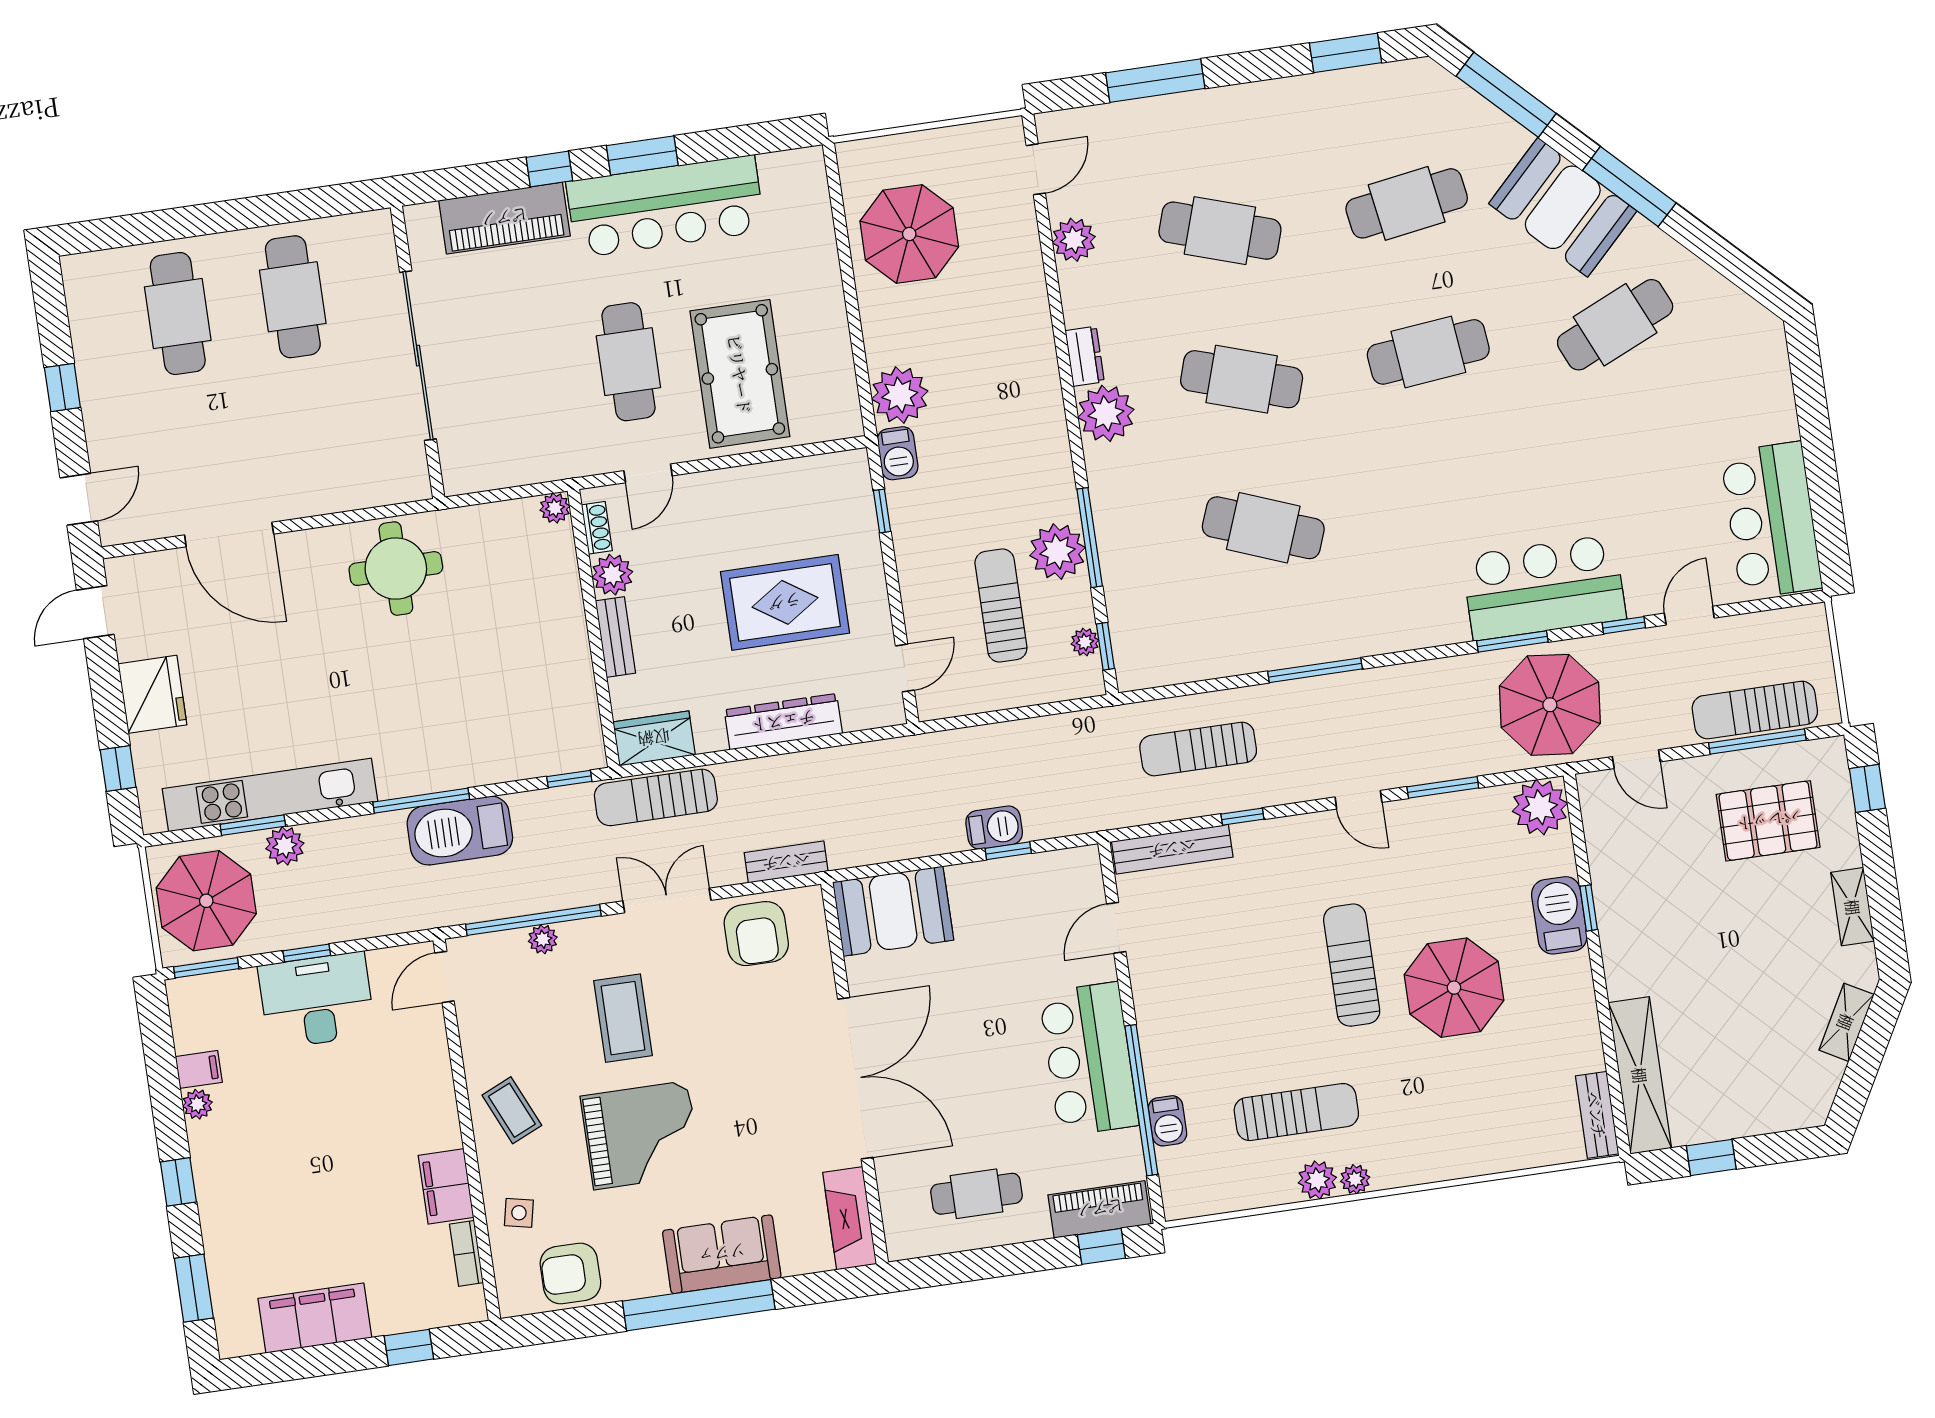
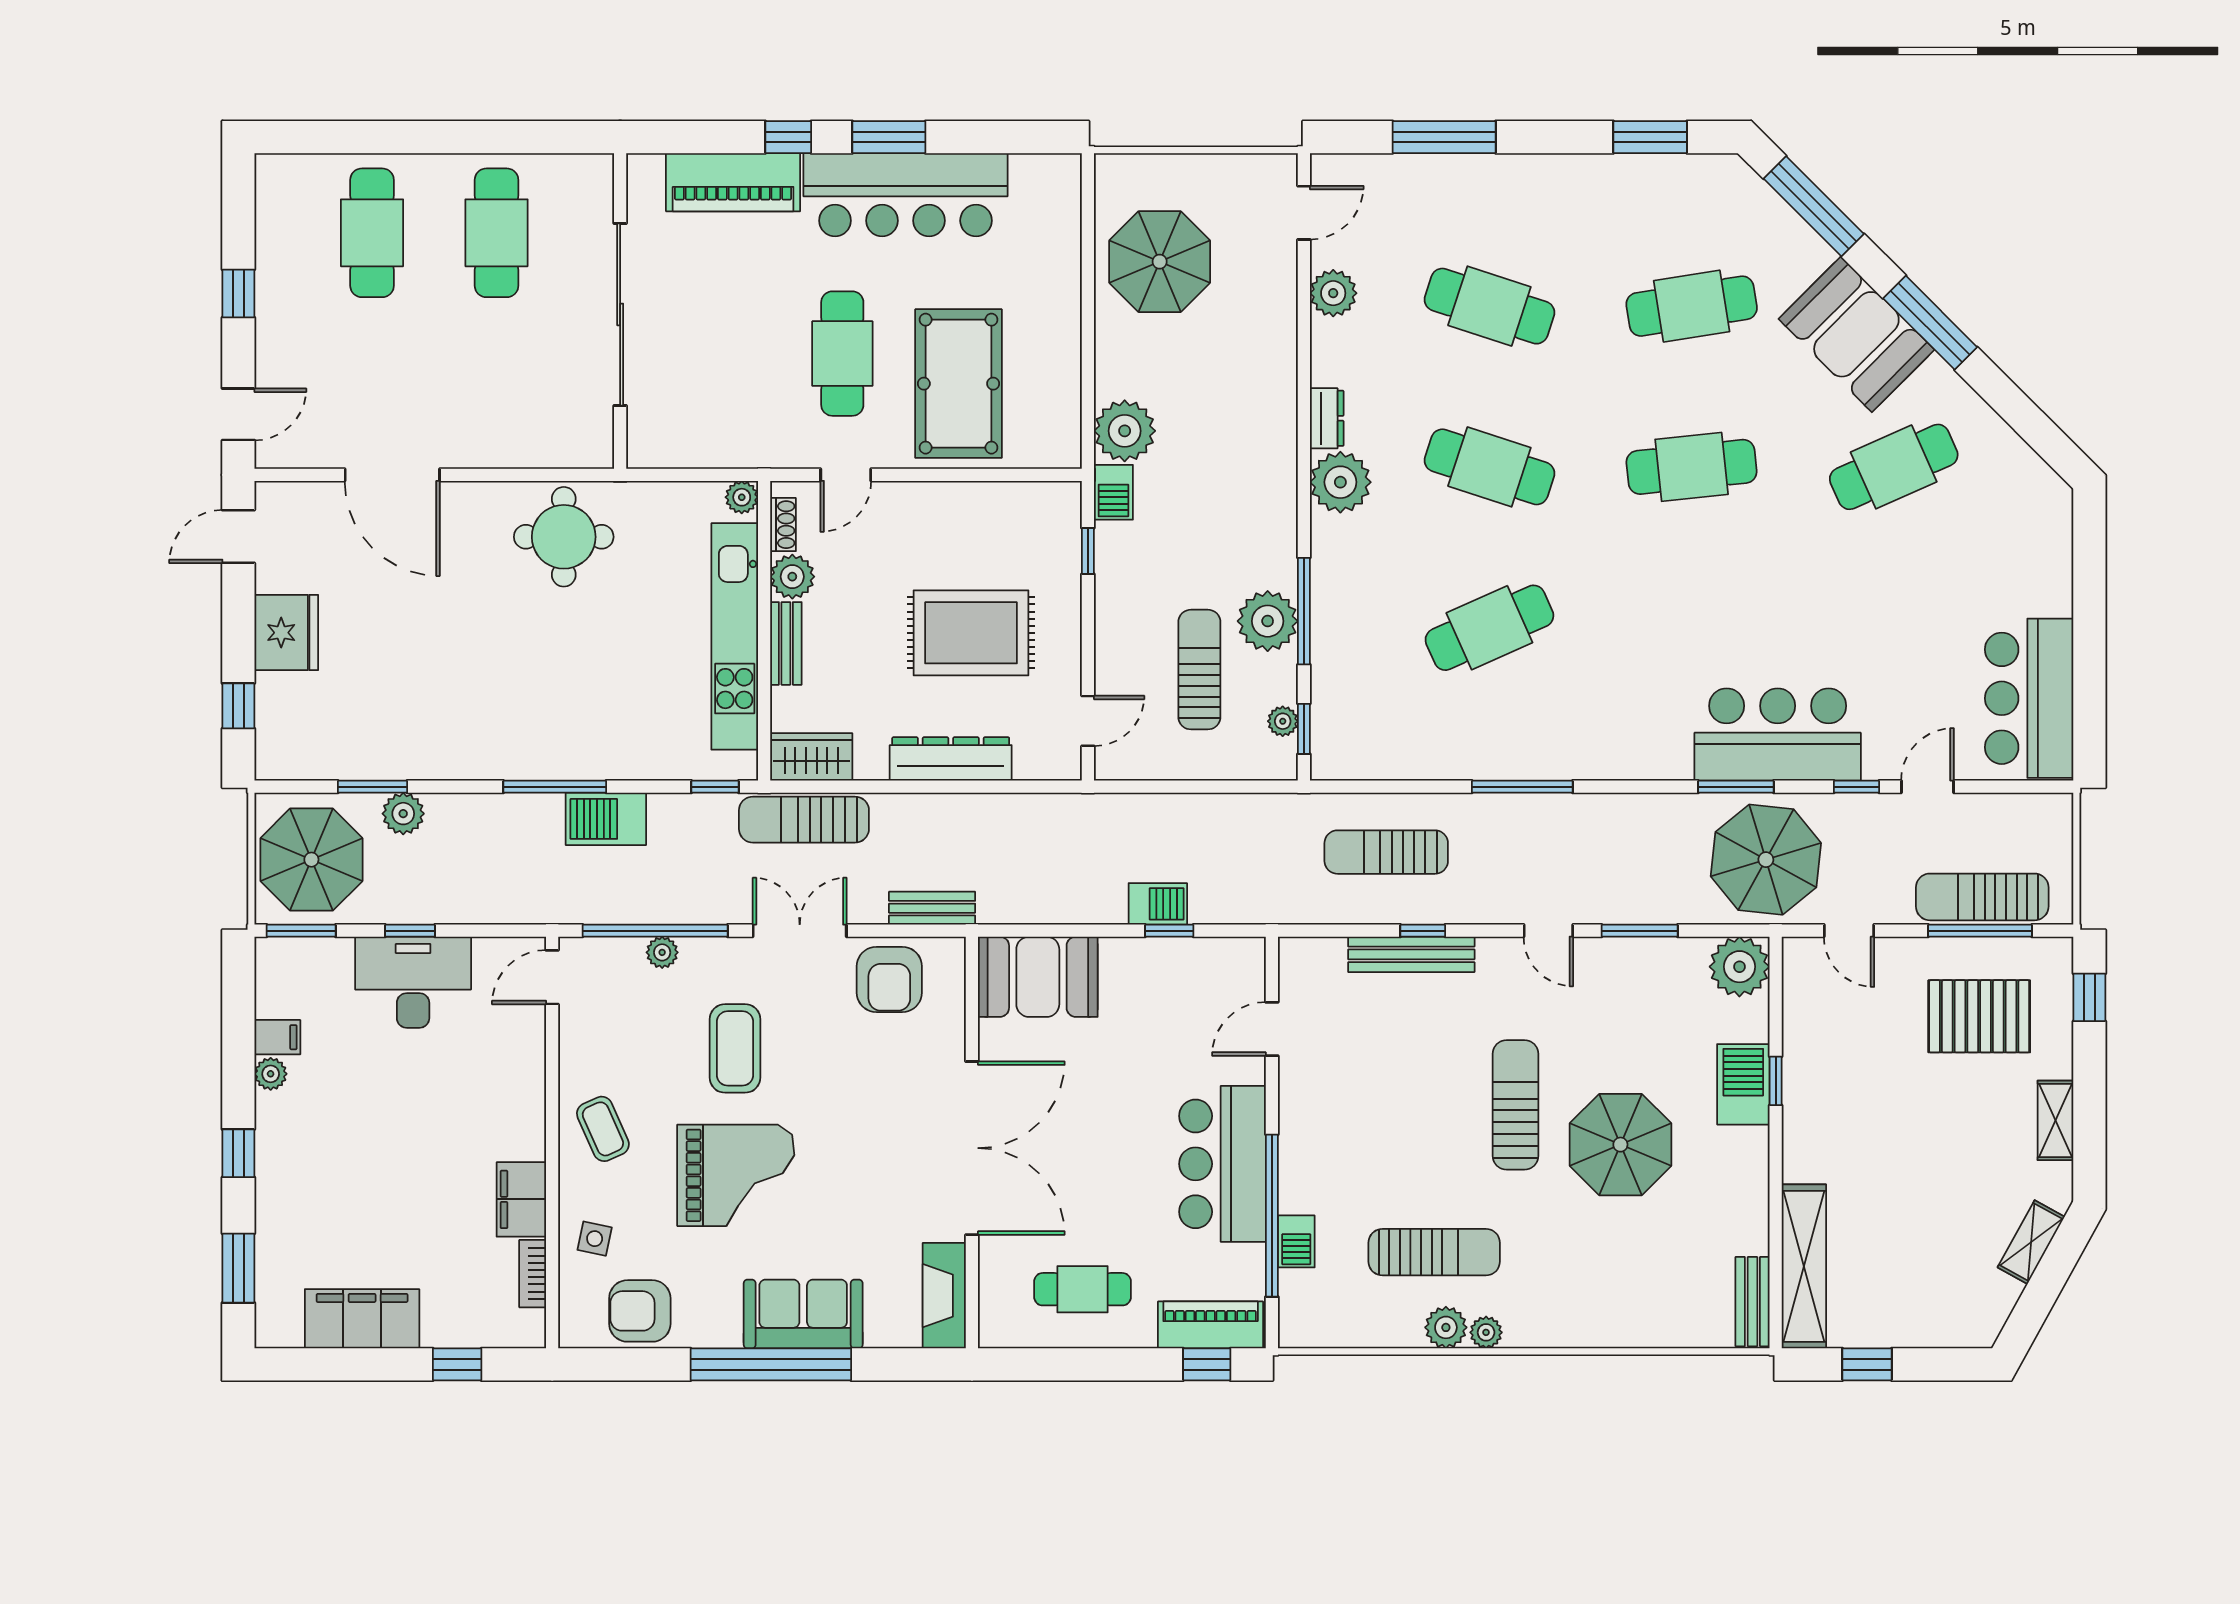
cafe table: (1263, 528) -> (1489, 628), turned -45
kitchen unit: (270, 795) -> (735, 636), moved, turned -90
barbecue: (460, 831) -> (606, 819), width x0.73, depth x0.83
bench: (1172, 849) -> (1411, 954), moved

